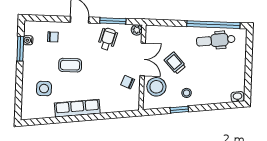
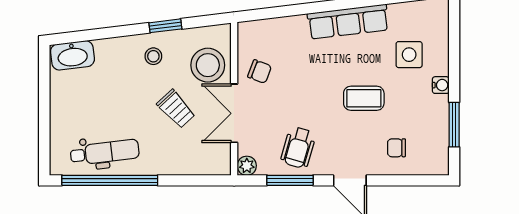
water cooler: (28, 40) -> (441, 85), moved
washbasin: (238, 97) -> (72, 55), width x1.91, depth x1.45

